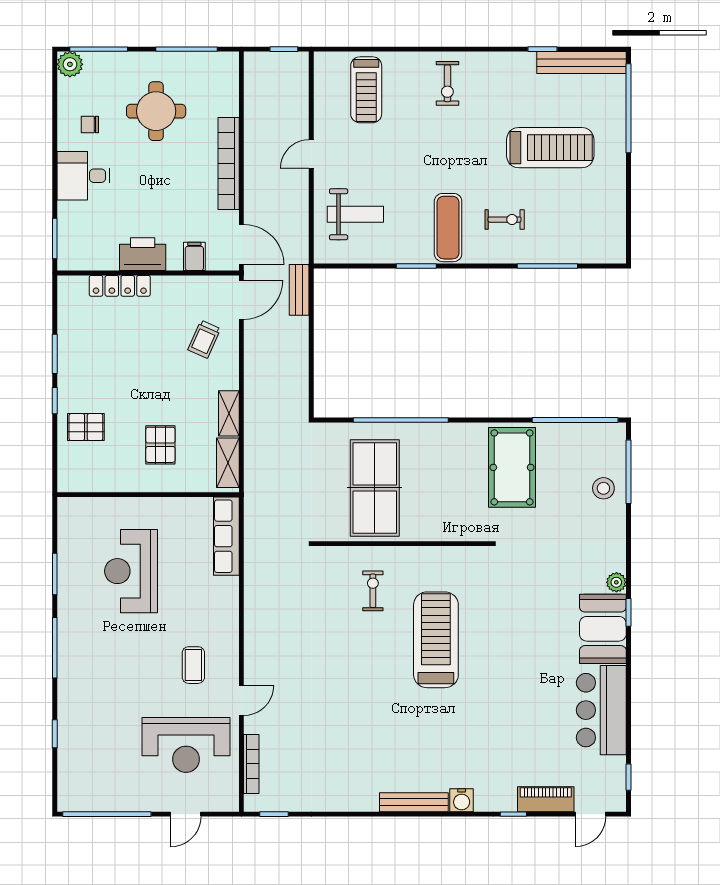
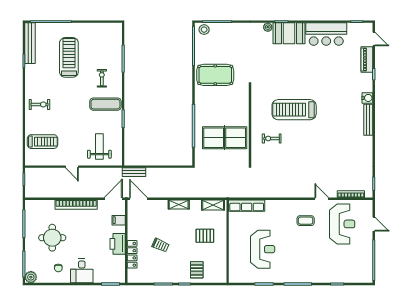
trolley: (204, 339) -> (160, 245), moved
shelving: (229, 413) -> (179, 204), moved
stool: (603, 488) -> (204, 30), moved
reception desk: (131, 571) -> (263, 249), turned -90

